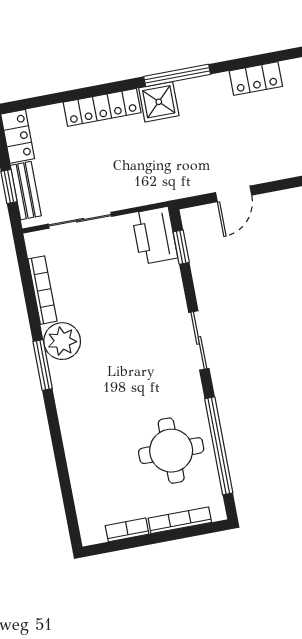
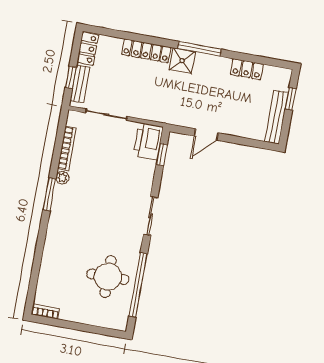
plant: (62, 341) -> (62, 178), width x0.53, depth x0.53
bookcase: (180, 520) -> (97, 321), removed
bookcase: (127, 530) -> (45, 312), moved

